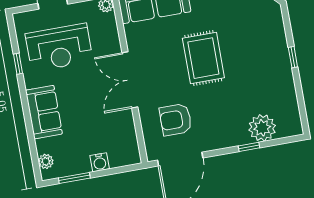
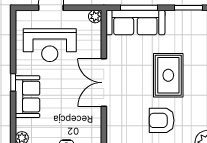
window: (18, 64) -> (13, 82), moved
armchair: (176, 120) -> (162, 120), moved

